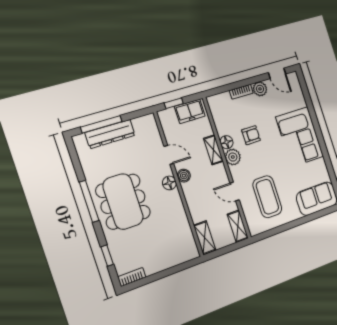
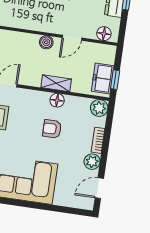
window: (174, 103) -> (115, 80), moved
armchair: (251, 135) -> (52, 129), turned 90
plant: (233, 157) -> (99, 108), moved
floor lamp: (169, 183) -> (104, 34), moved

